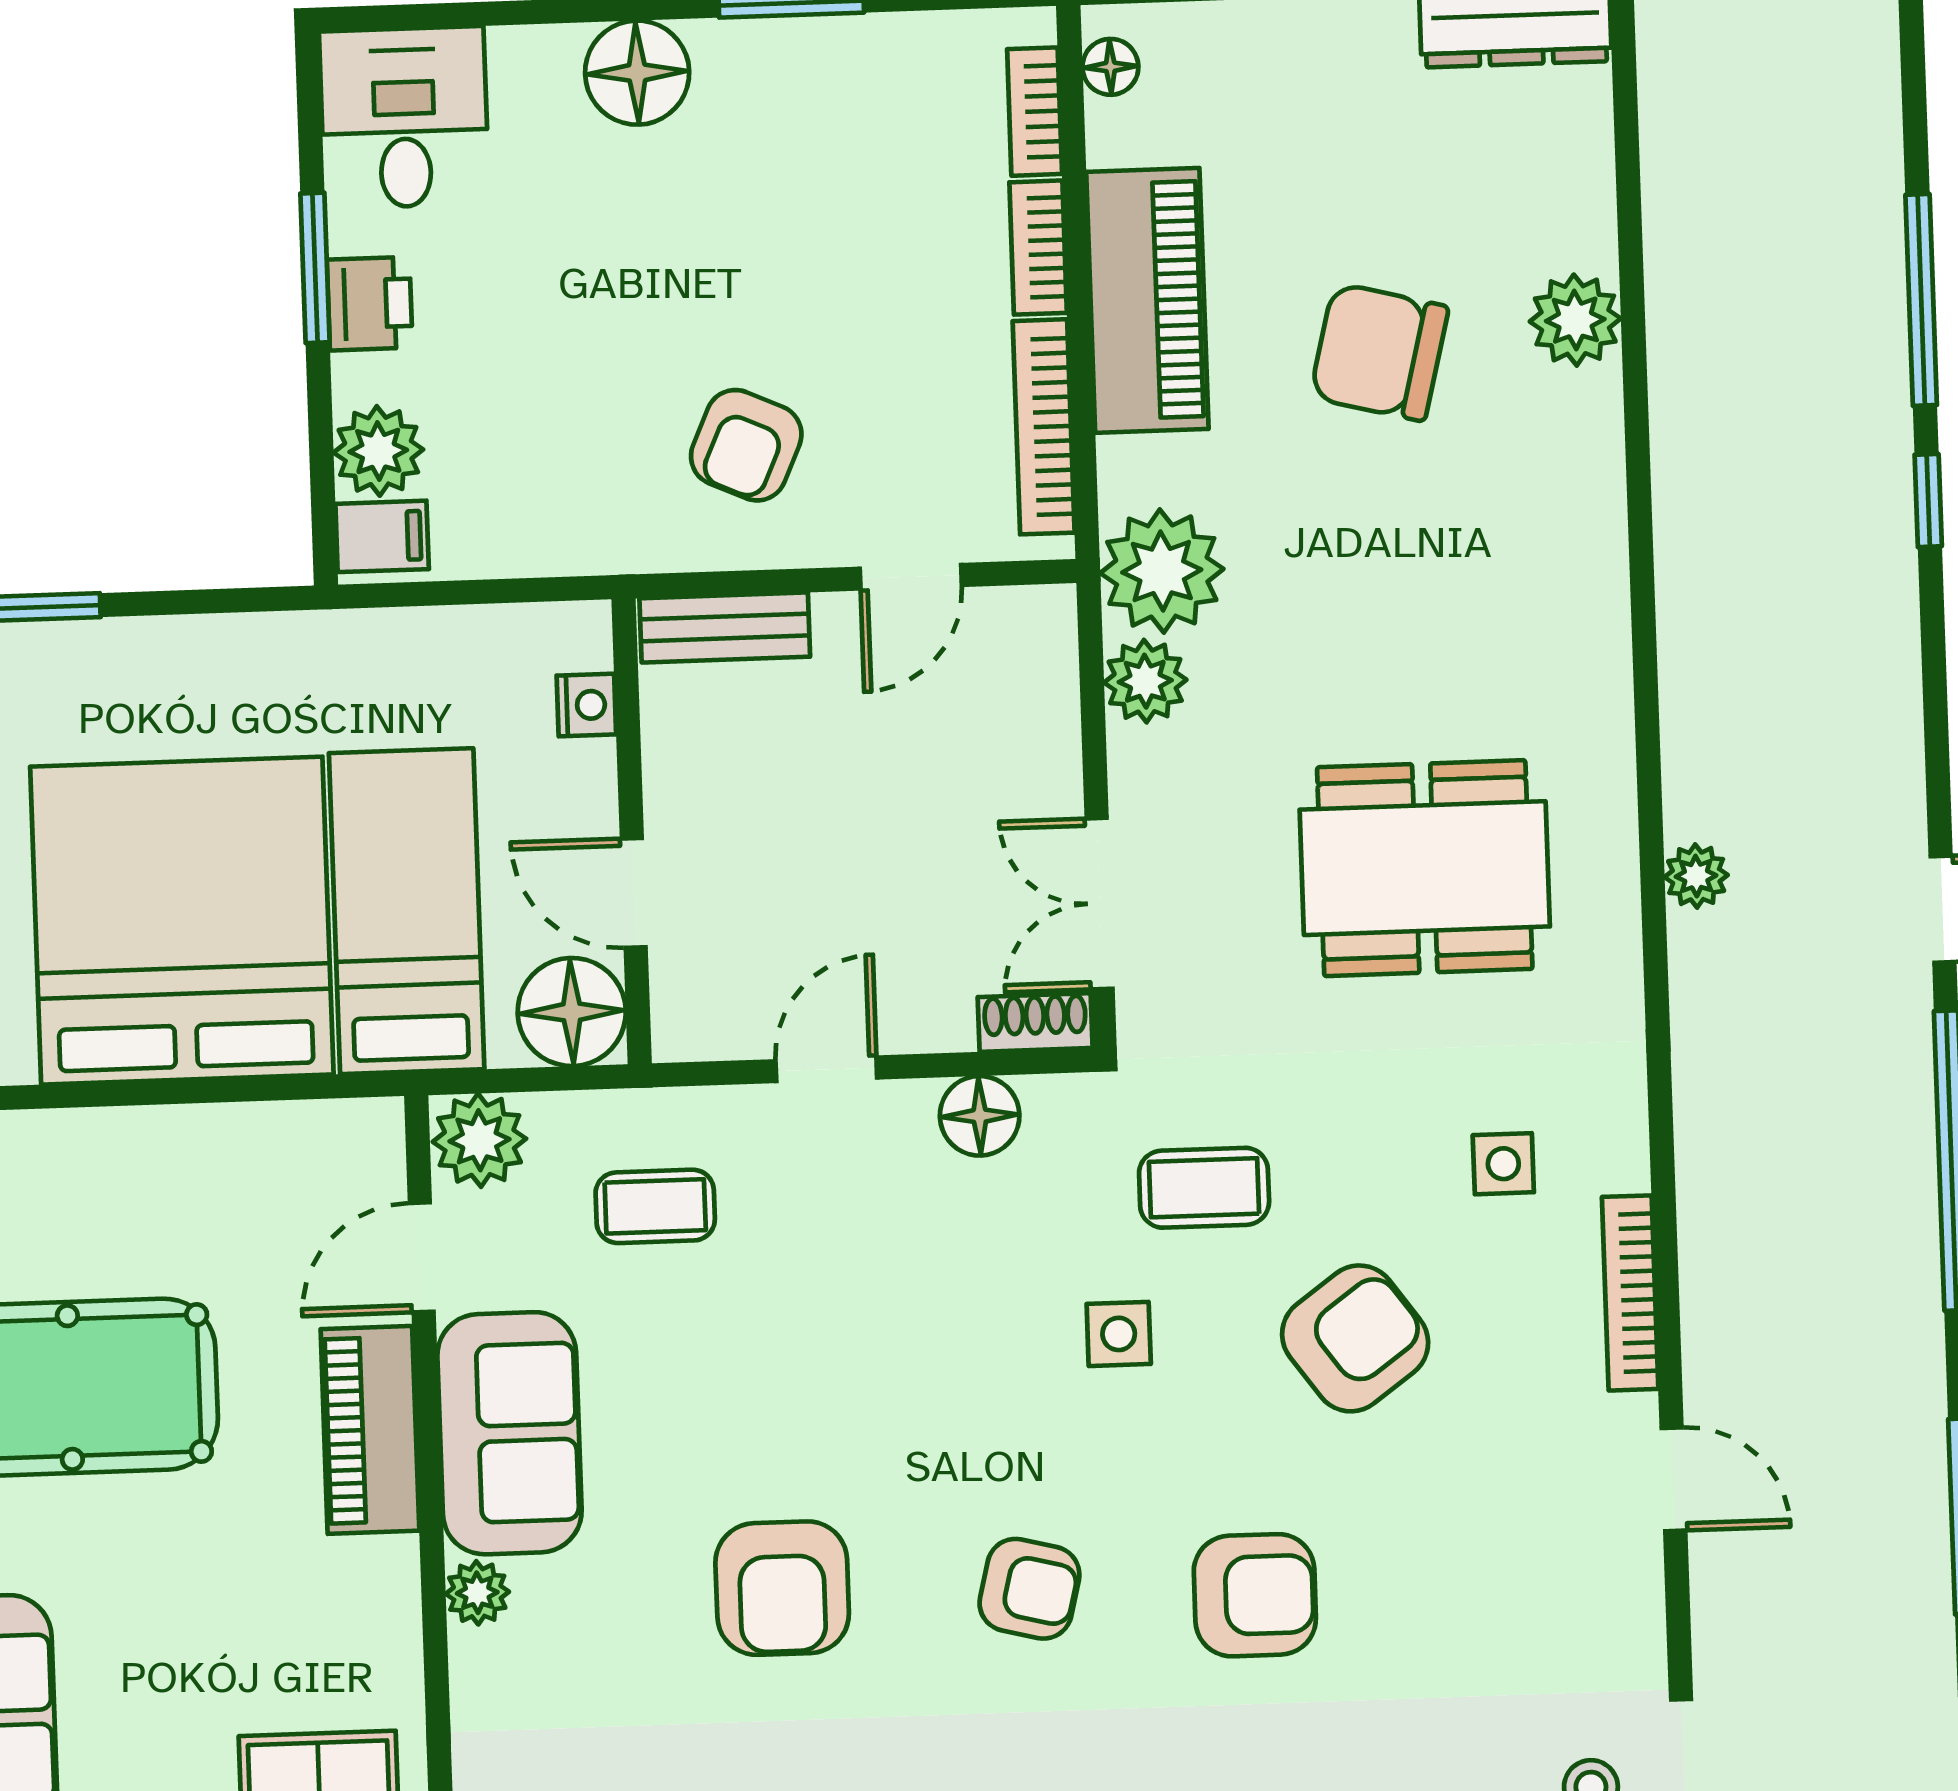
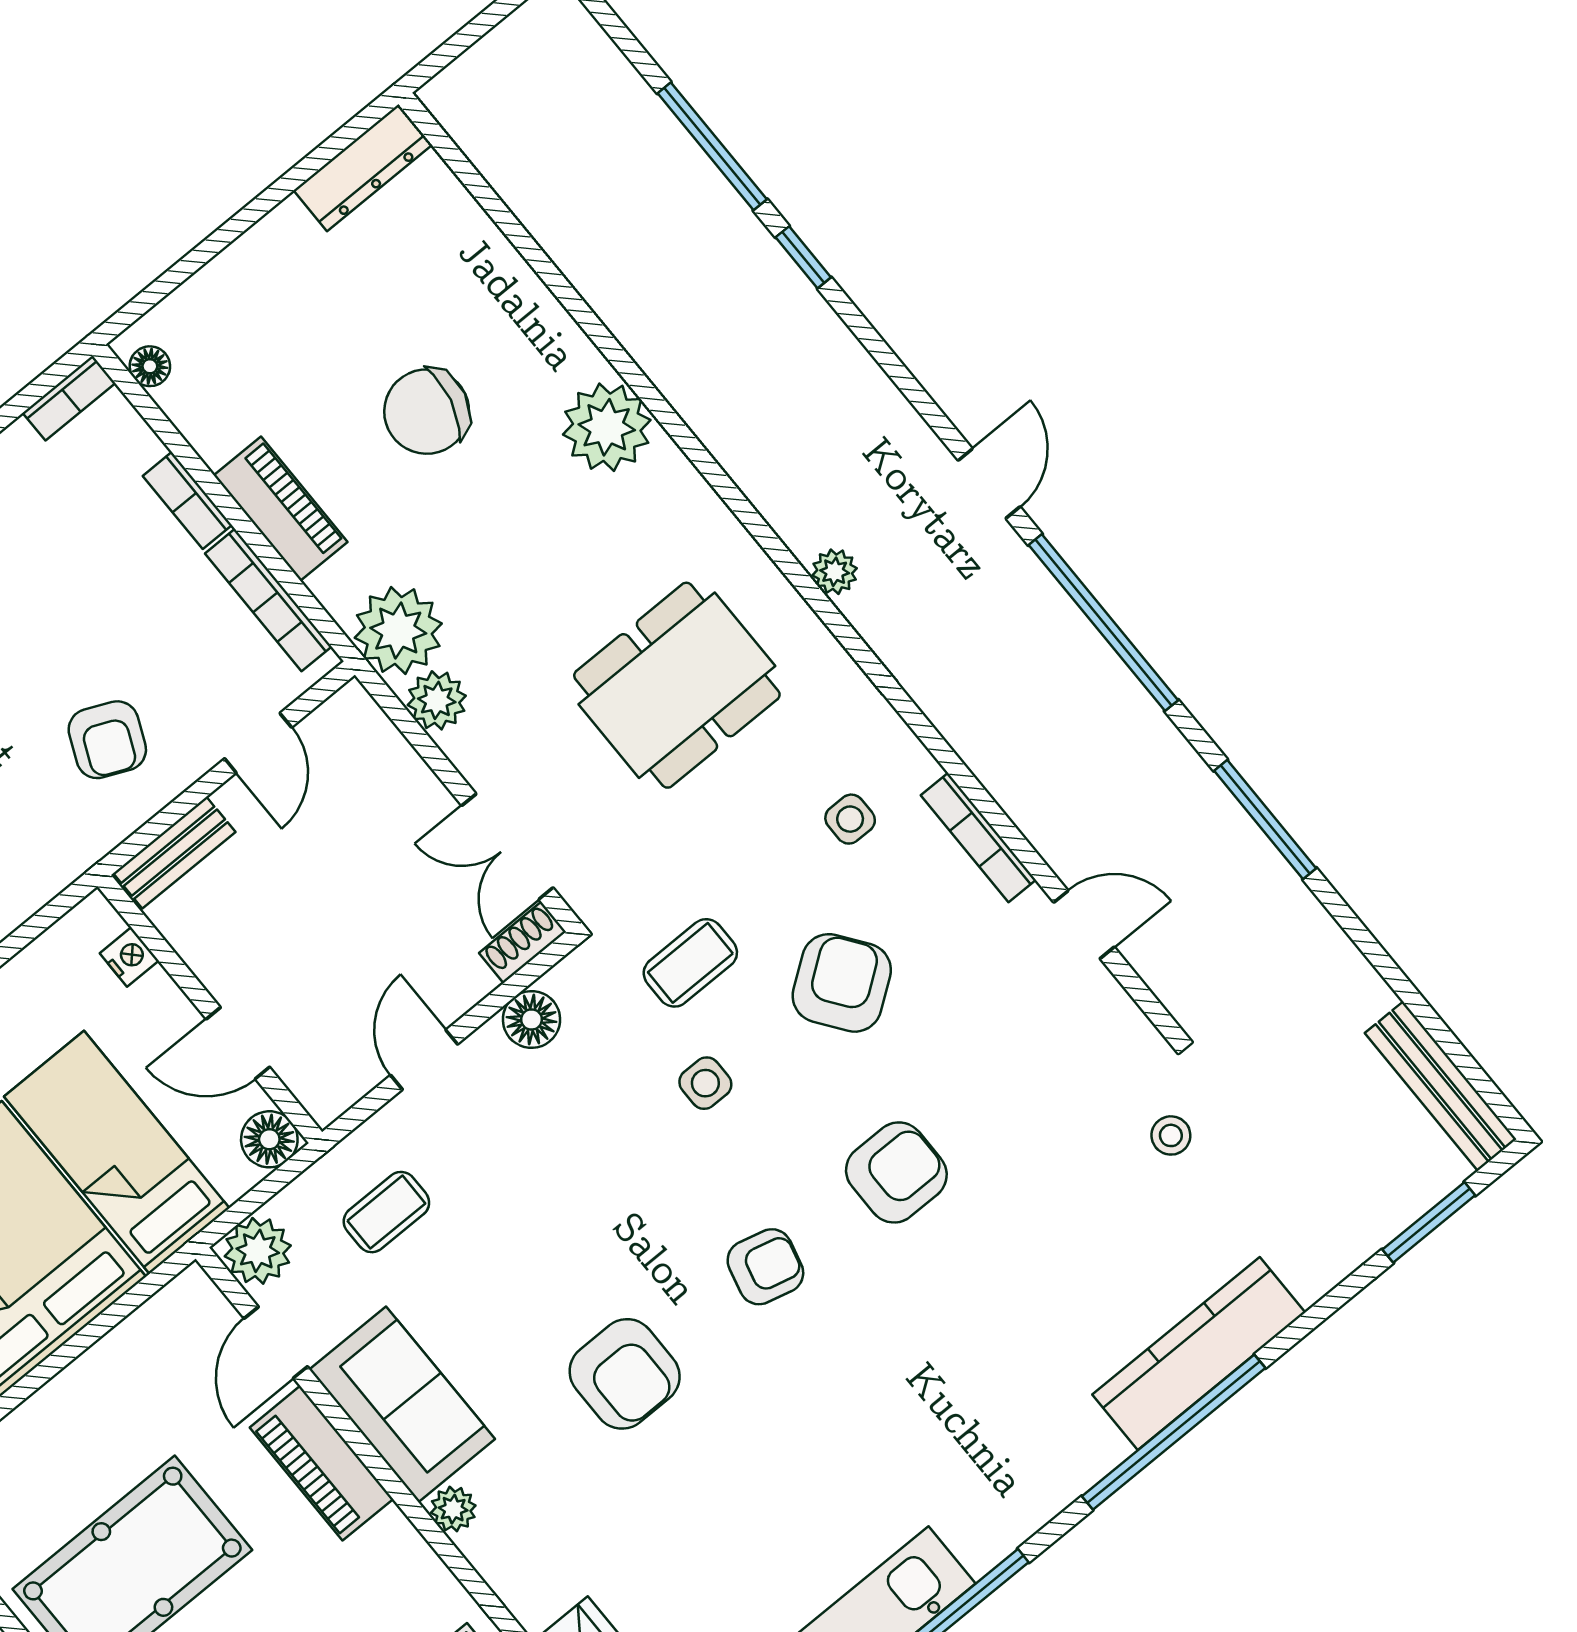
bookcase: (1035, 112) -> (69, 398), moved, turned -90
piano: (1147, 300) -> (281, 509), width x0.73, depth x0.75
plant: (1575, 320) -> (607, 427), moved, width x1.36, depth x1.36
floor lamp: (572, 1012) -> (269, 1139), width x0.73, depth x0.73

